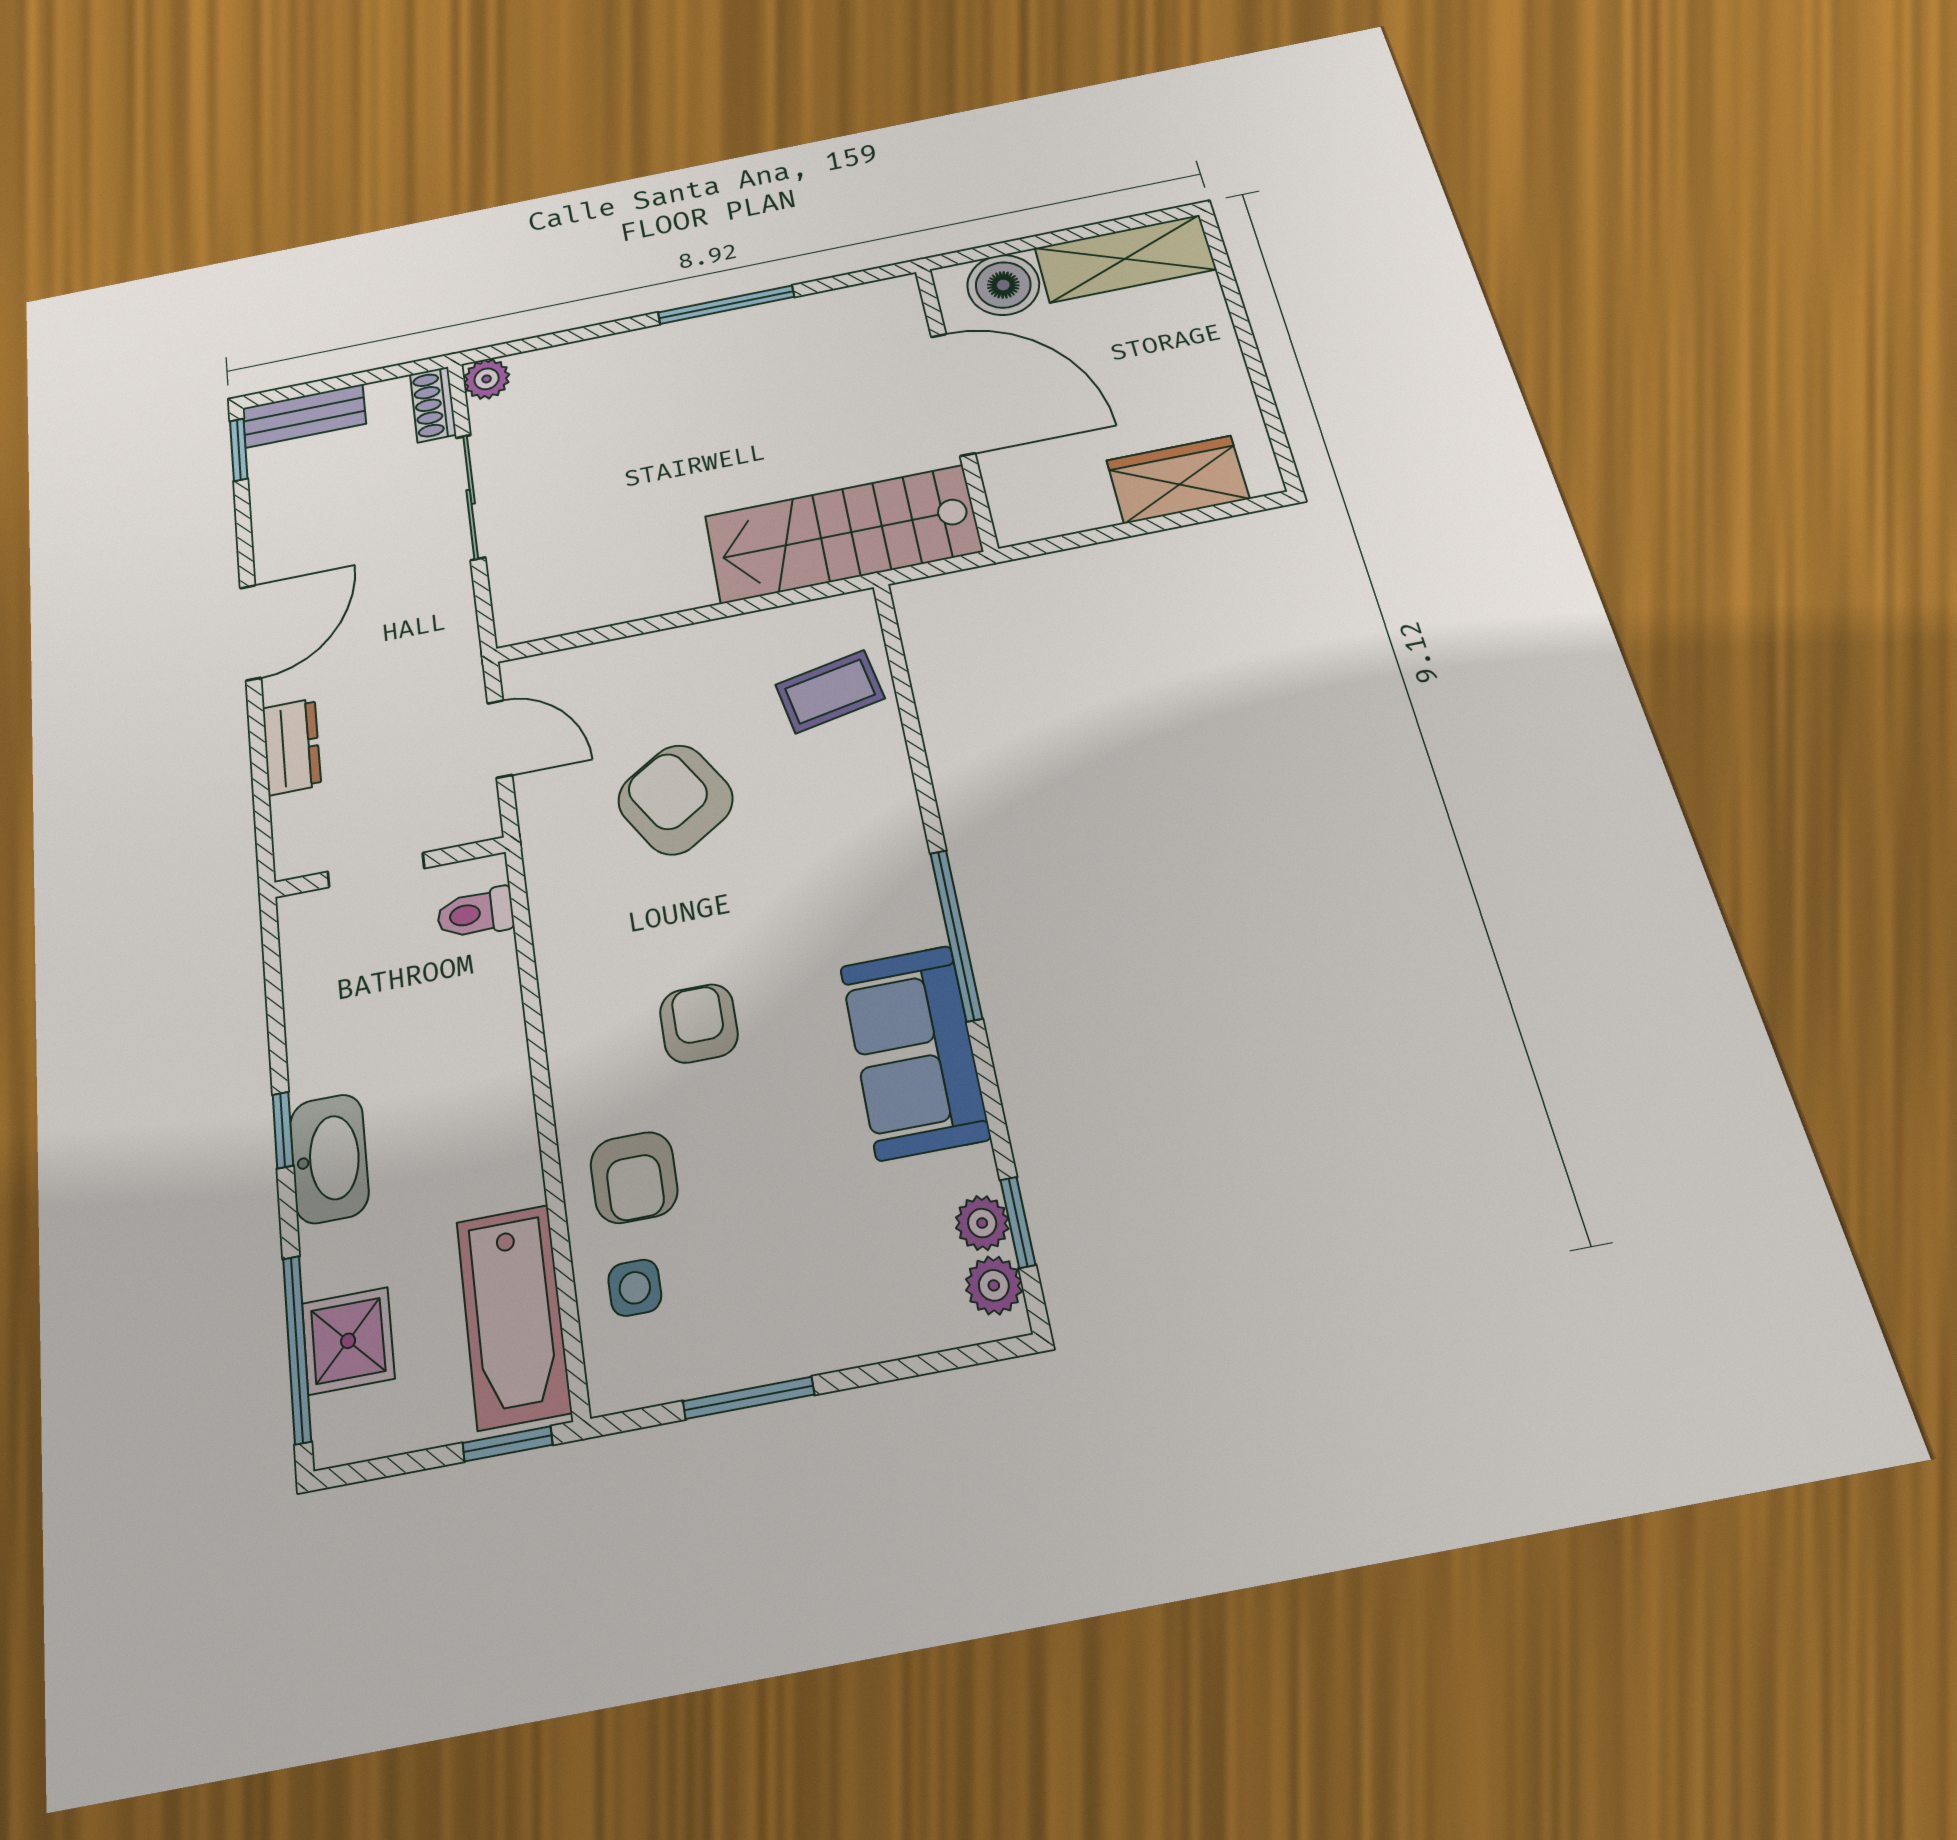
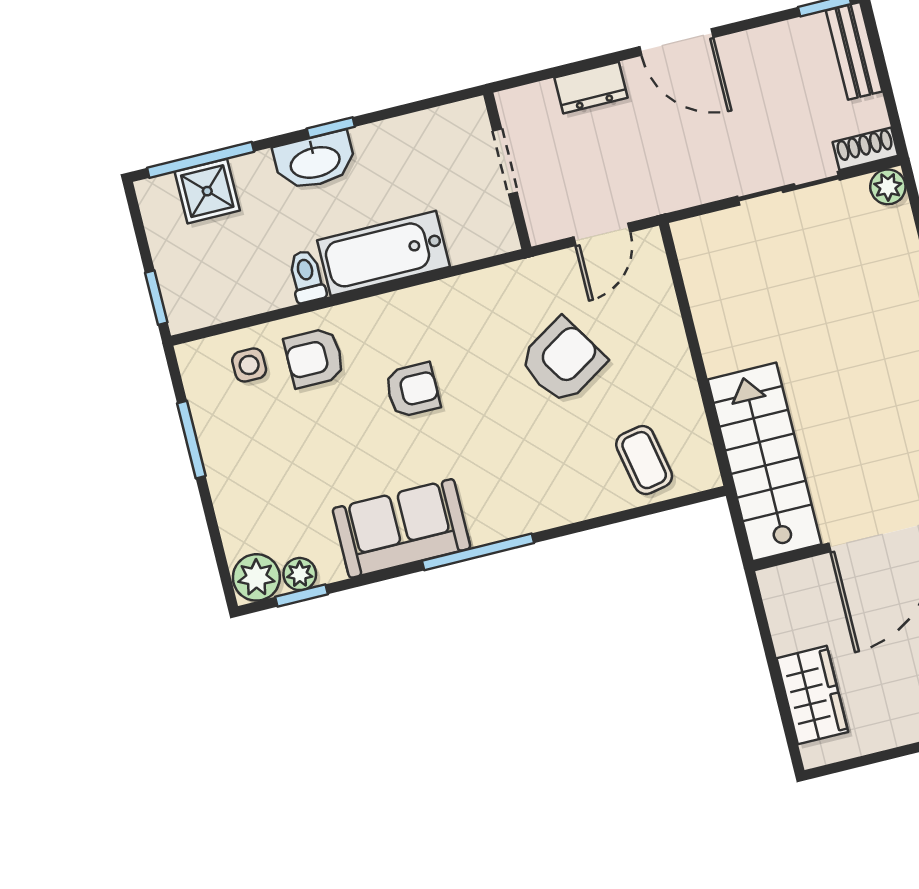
toilet: (475, 913) -> (307, 276), moved
plant: (994, 1285) -> (256, 577), width x1.38, depth x1.38
bathtub: (513, 1316) -> (383, 253), moved

